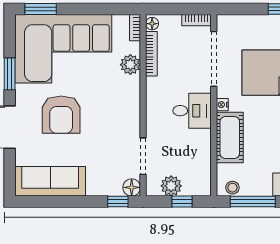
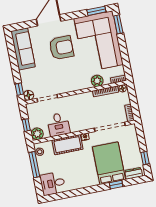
window: (10, 74) -> (96, 11), moved
desk: (192, 111) -> (58, 124), moved
armchair: (61, 115) -> (61, 48), turned 180
plant: (171, 186) -> (37, 134), moved

